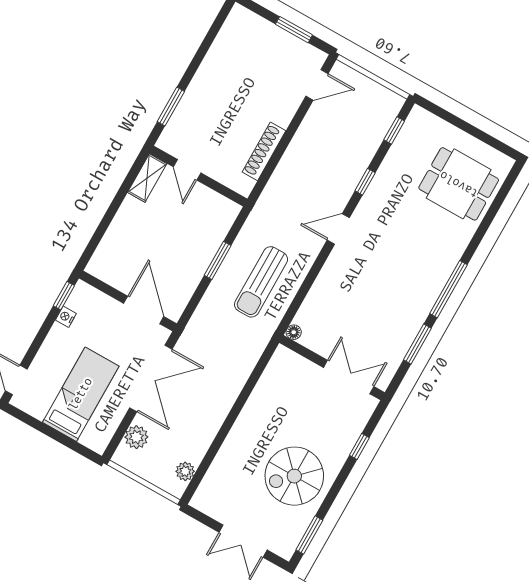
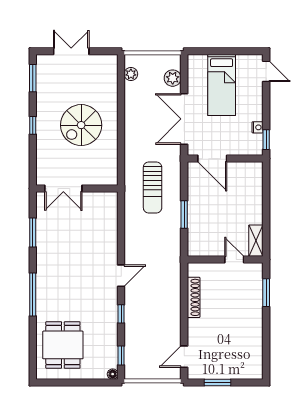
dining table: (459, 184) -> (63, 345), turned 90
sun lounger: (261, 282) -> (153, 187), moved, turned 180
window: (448, 289) -> (33, 295), moved
floor lamp: (294, 332) -> (113, 374), moved
window: (359, 447) -> (33, 125), moved
spiral stairs: (294, 476) -> (81, 125), moved, turned 180

